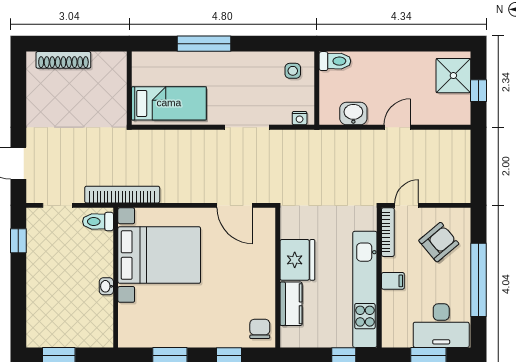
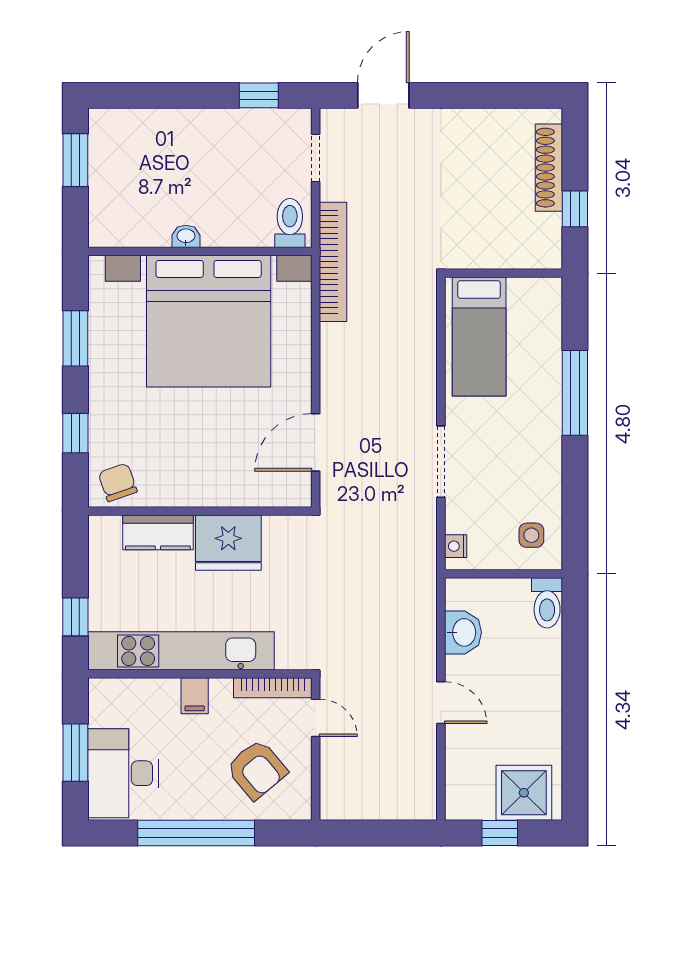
window: (89, 44) -> (575, 209), added
bed with nightstands: (159, 255) -> (209, 321), width x1.36
chair: (260, 329) -> (118, 482), turned -109

